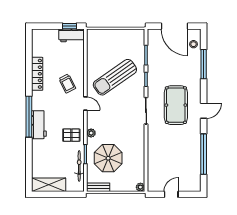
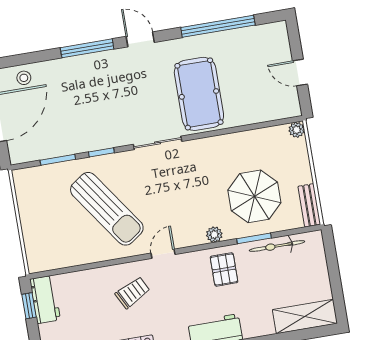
window: (204, 64) -> (87, 48), moved
pool table: (176, 105) -> (199, 94), moved, turned 90
shelving: (49, 185) -> (305, 317), moved, turned 90

